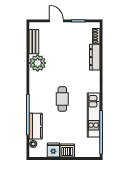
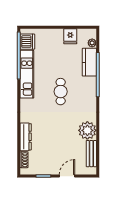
door: (56, 21) -> (67, 176), swing flipped
dishwasher: (67, 151) -> (27, 42), moved, turned -90

